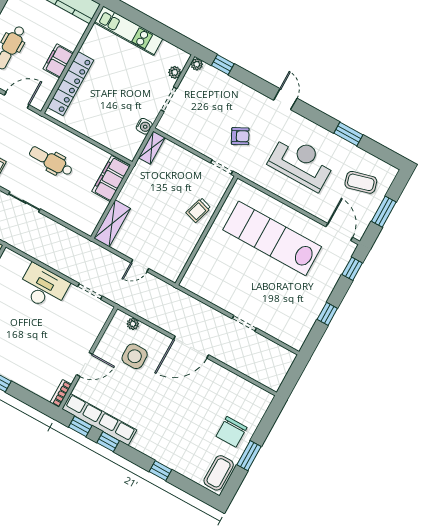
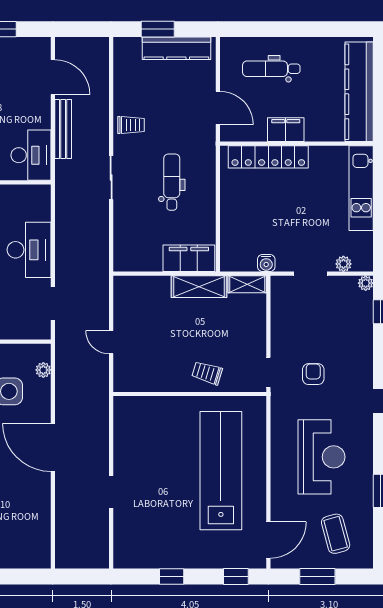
armchair: (240, 136) -> (313, 374), turned -153
shelving: (112, 223) -> (199, 287), moved

